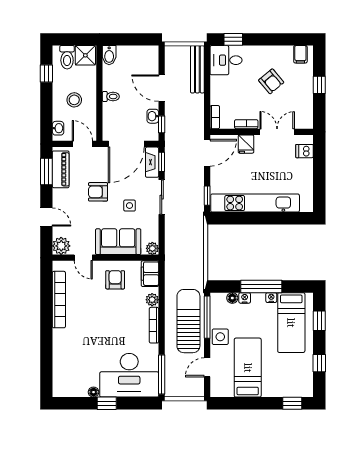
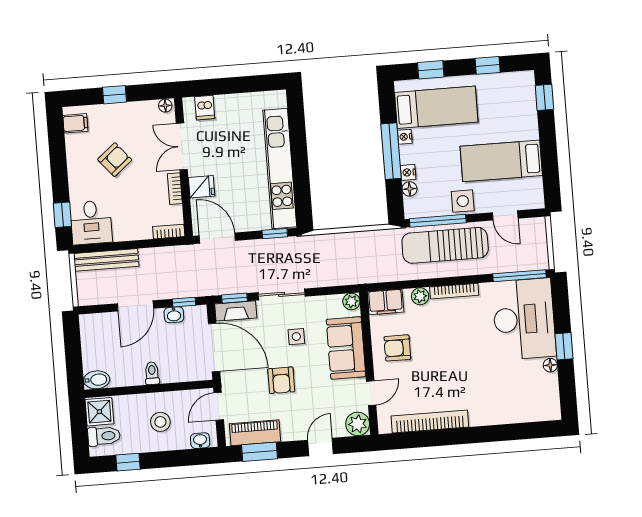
floor lamp: (308, 122) -> (165, 106), added

